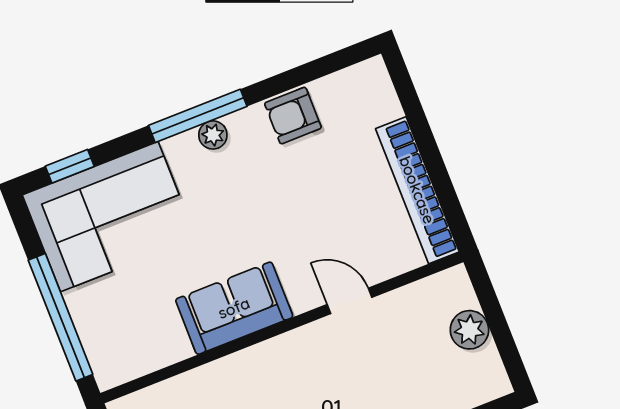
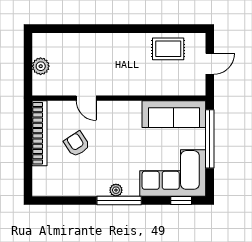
armchair: (293, 116) -> (77, 144), moved, turned -123
sofa: (234, 308) -> (174, 114), moved, width x1.36

